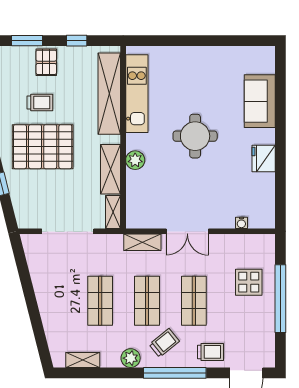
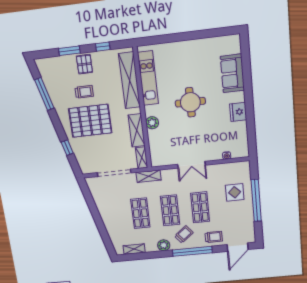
shelving: (142, 242) -> (149, 176), moved

